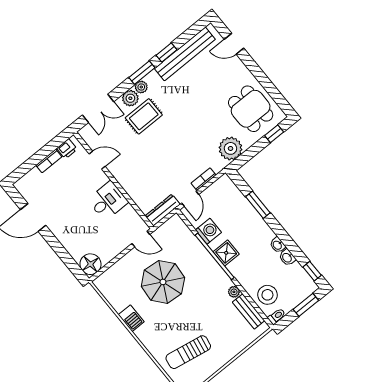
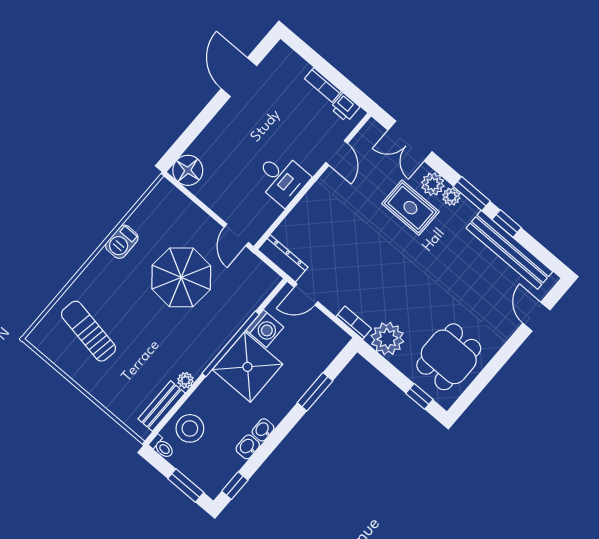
bookcase: (204, 179) -> (354, 323), moved
shower: (226, 253) -> (247, 367), width x1.86, depth x1.86

